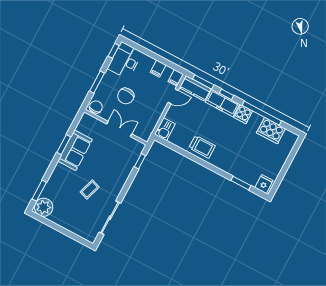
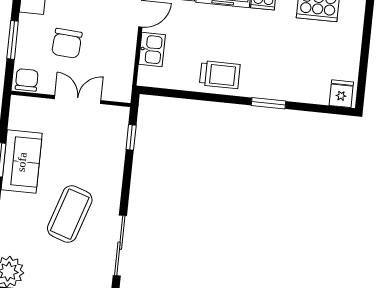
kitchen sink: (165, 129) -> (152, 50), moved
window: (241, 183) -> (269, 103), moved
coffee table: (90, 189) -> (70, 214), width x1.86, depth x1.72

